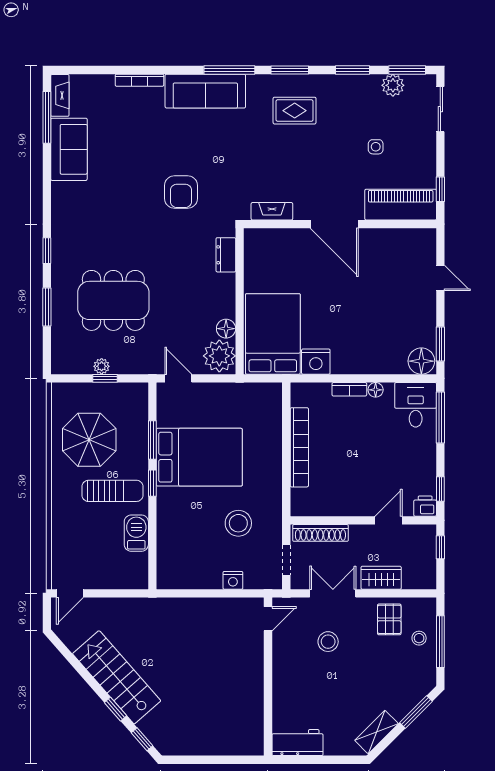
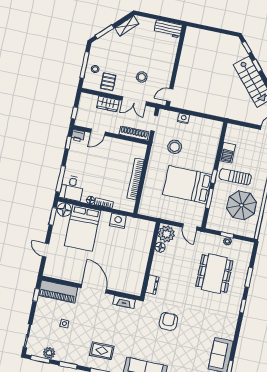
dining table: (113, 300) -> (214, 274), turned 90
bed: (273, 334) -> (83, 228), moved

